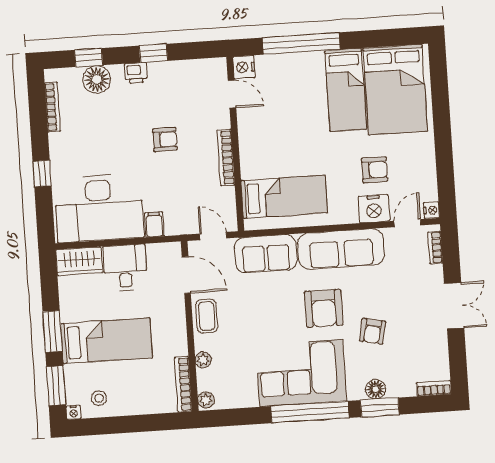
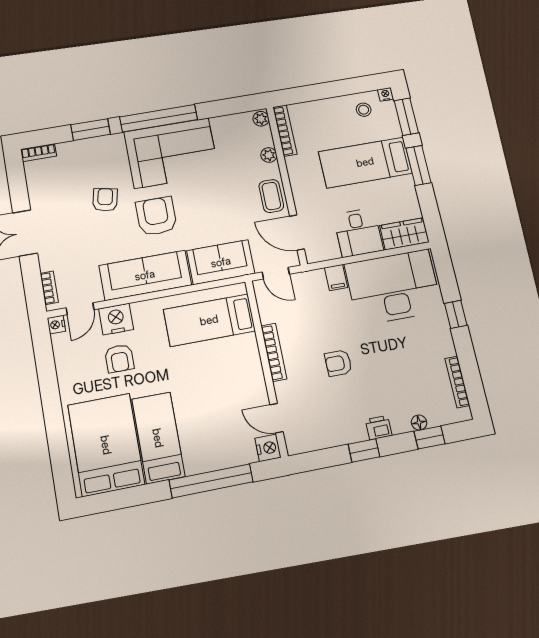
floor lamp: (97, 79) -> (419, 422), width x0.53, depth x0.53
armchair: (375, 170) -> (119, 358), turned -90
floor lamp: (375, 389) -> (97, 146), removed

